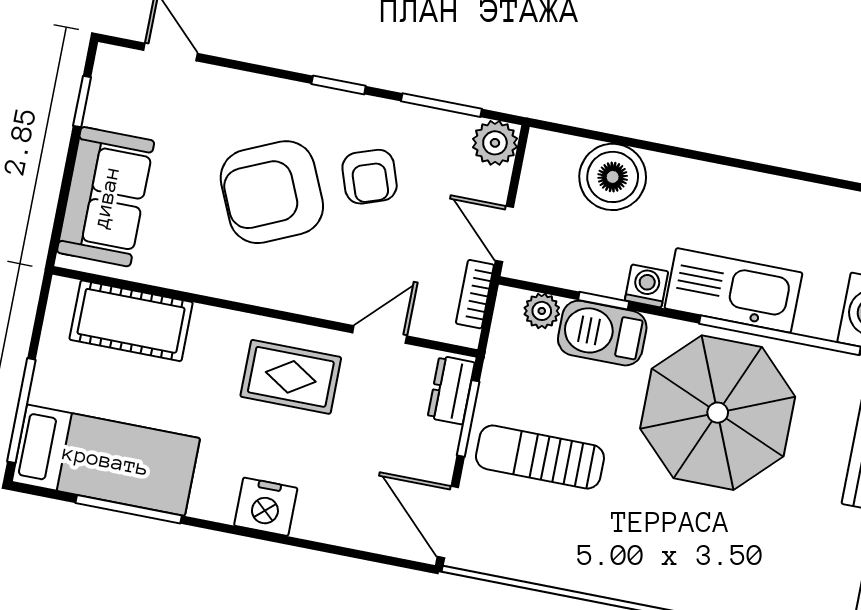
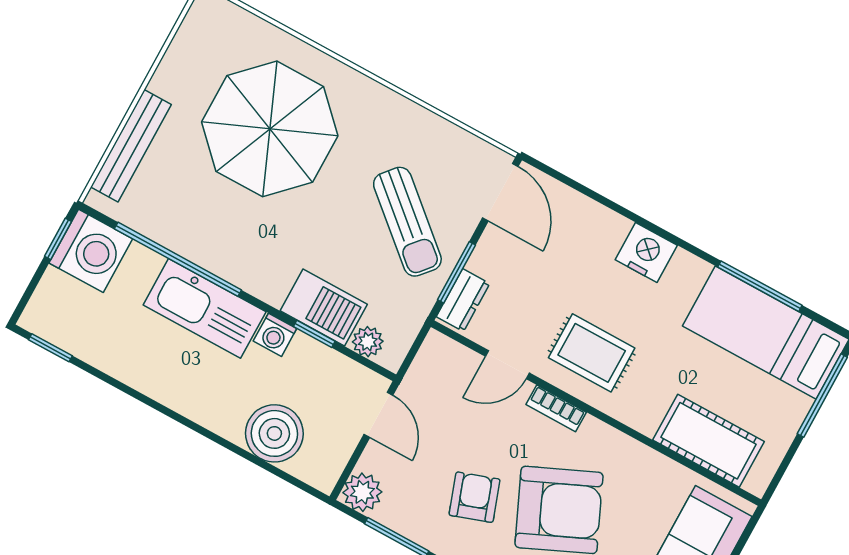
bookcase: (475, 294) -> (556, 408), moved, turned 90
parasol: (718, 413) -> (270, 129), moved
sun lounger: (540, 457) -> (407, 222), turned 41

